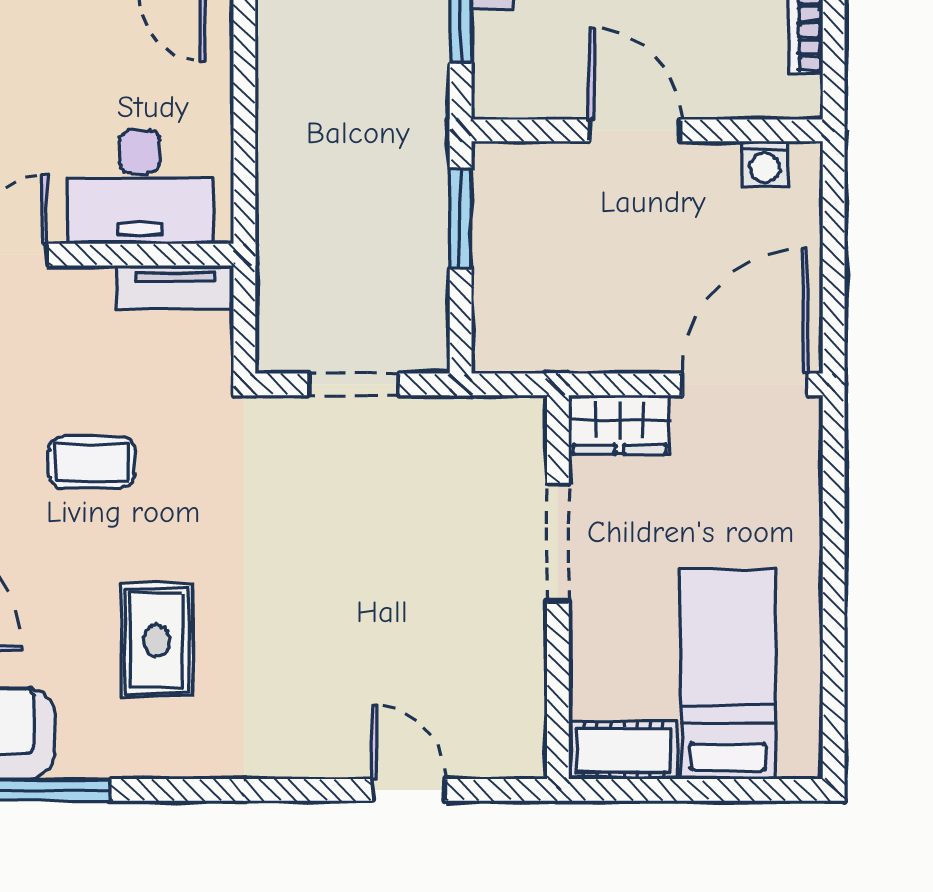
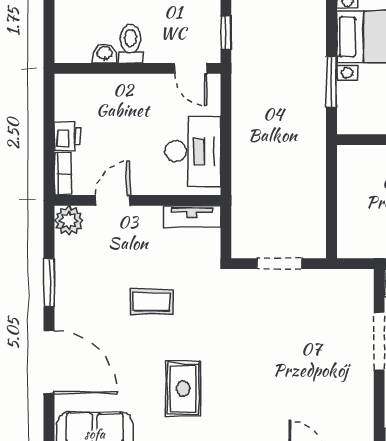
desk: (140, 187) -> (193, 151), moved, turned -90
window: (461, 219) -> (332, 183), removed

